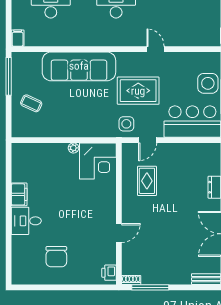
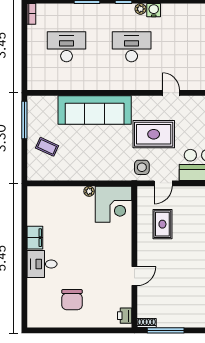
filing cabinet: (18, 38) -> (33, 82), removed

